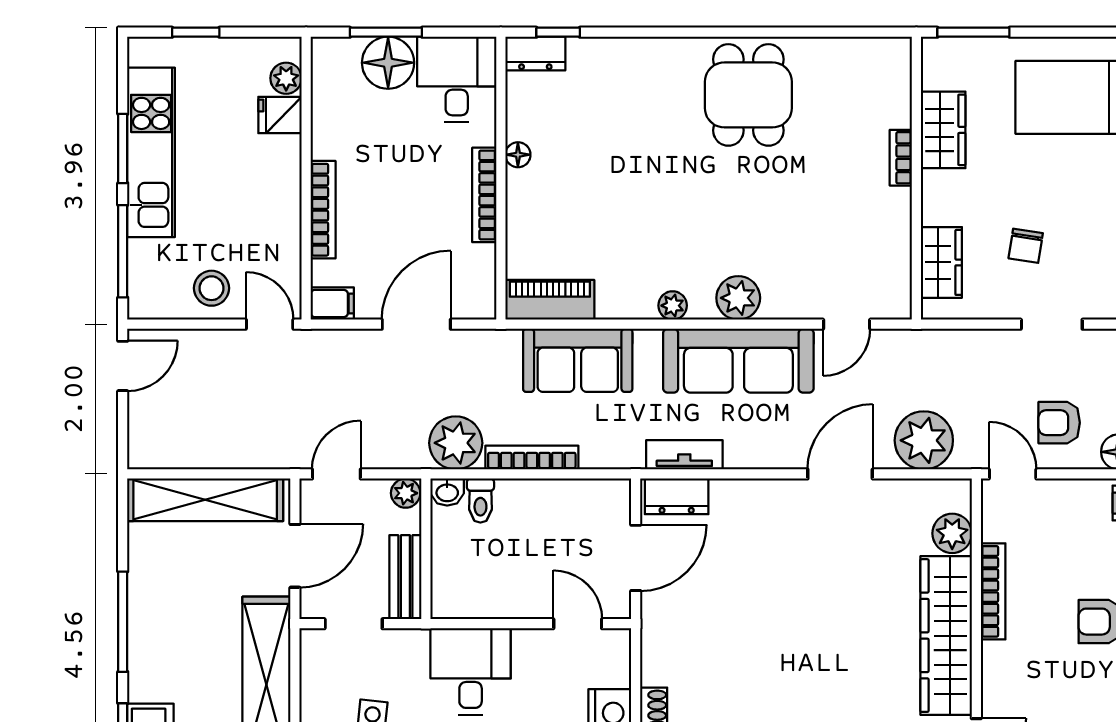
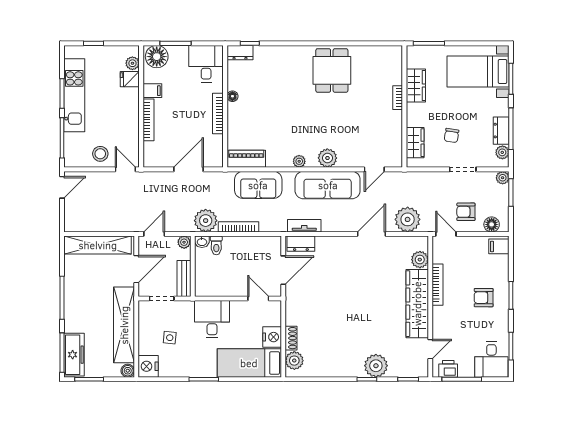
floor lamp: (388, 63) -> (157, 57), moved
filing cabinet: (332, 304) -> (152, 91), moved

